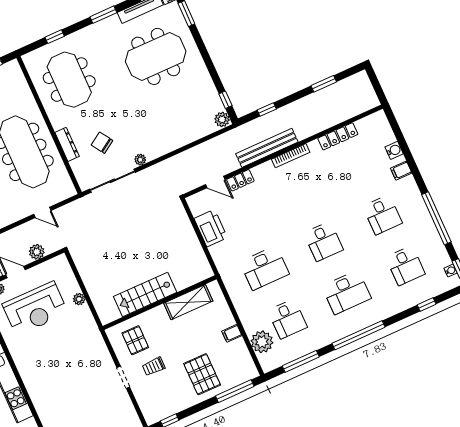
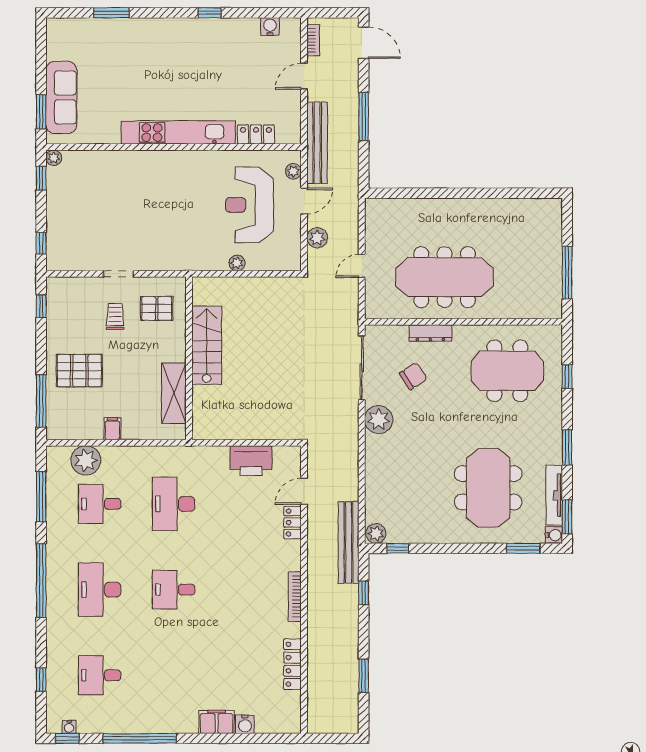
bench: (267, 148) -> (349, 543), moved
plant: (140, 160) -> (379, 419), width x1.88, depth x1.88
filing cabinet: (401, 171) -> (217, 722), width x2.00
desk: (382, 215) -> (174, 675), removed

